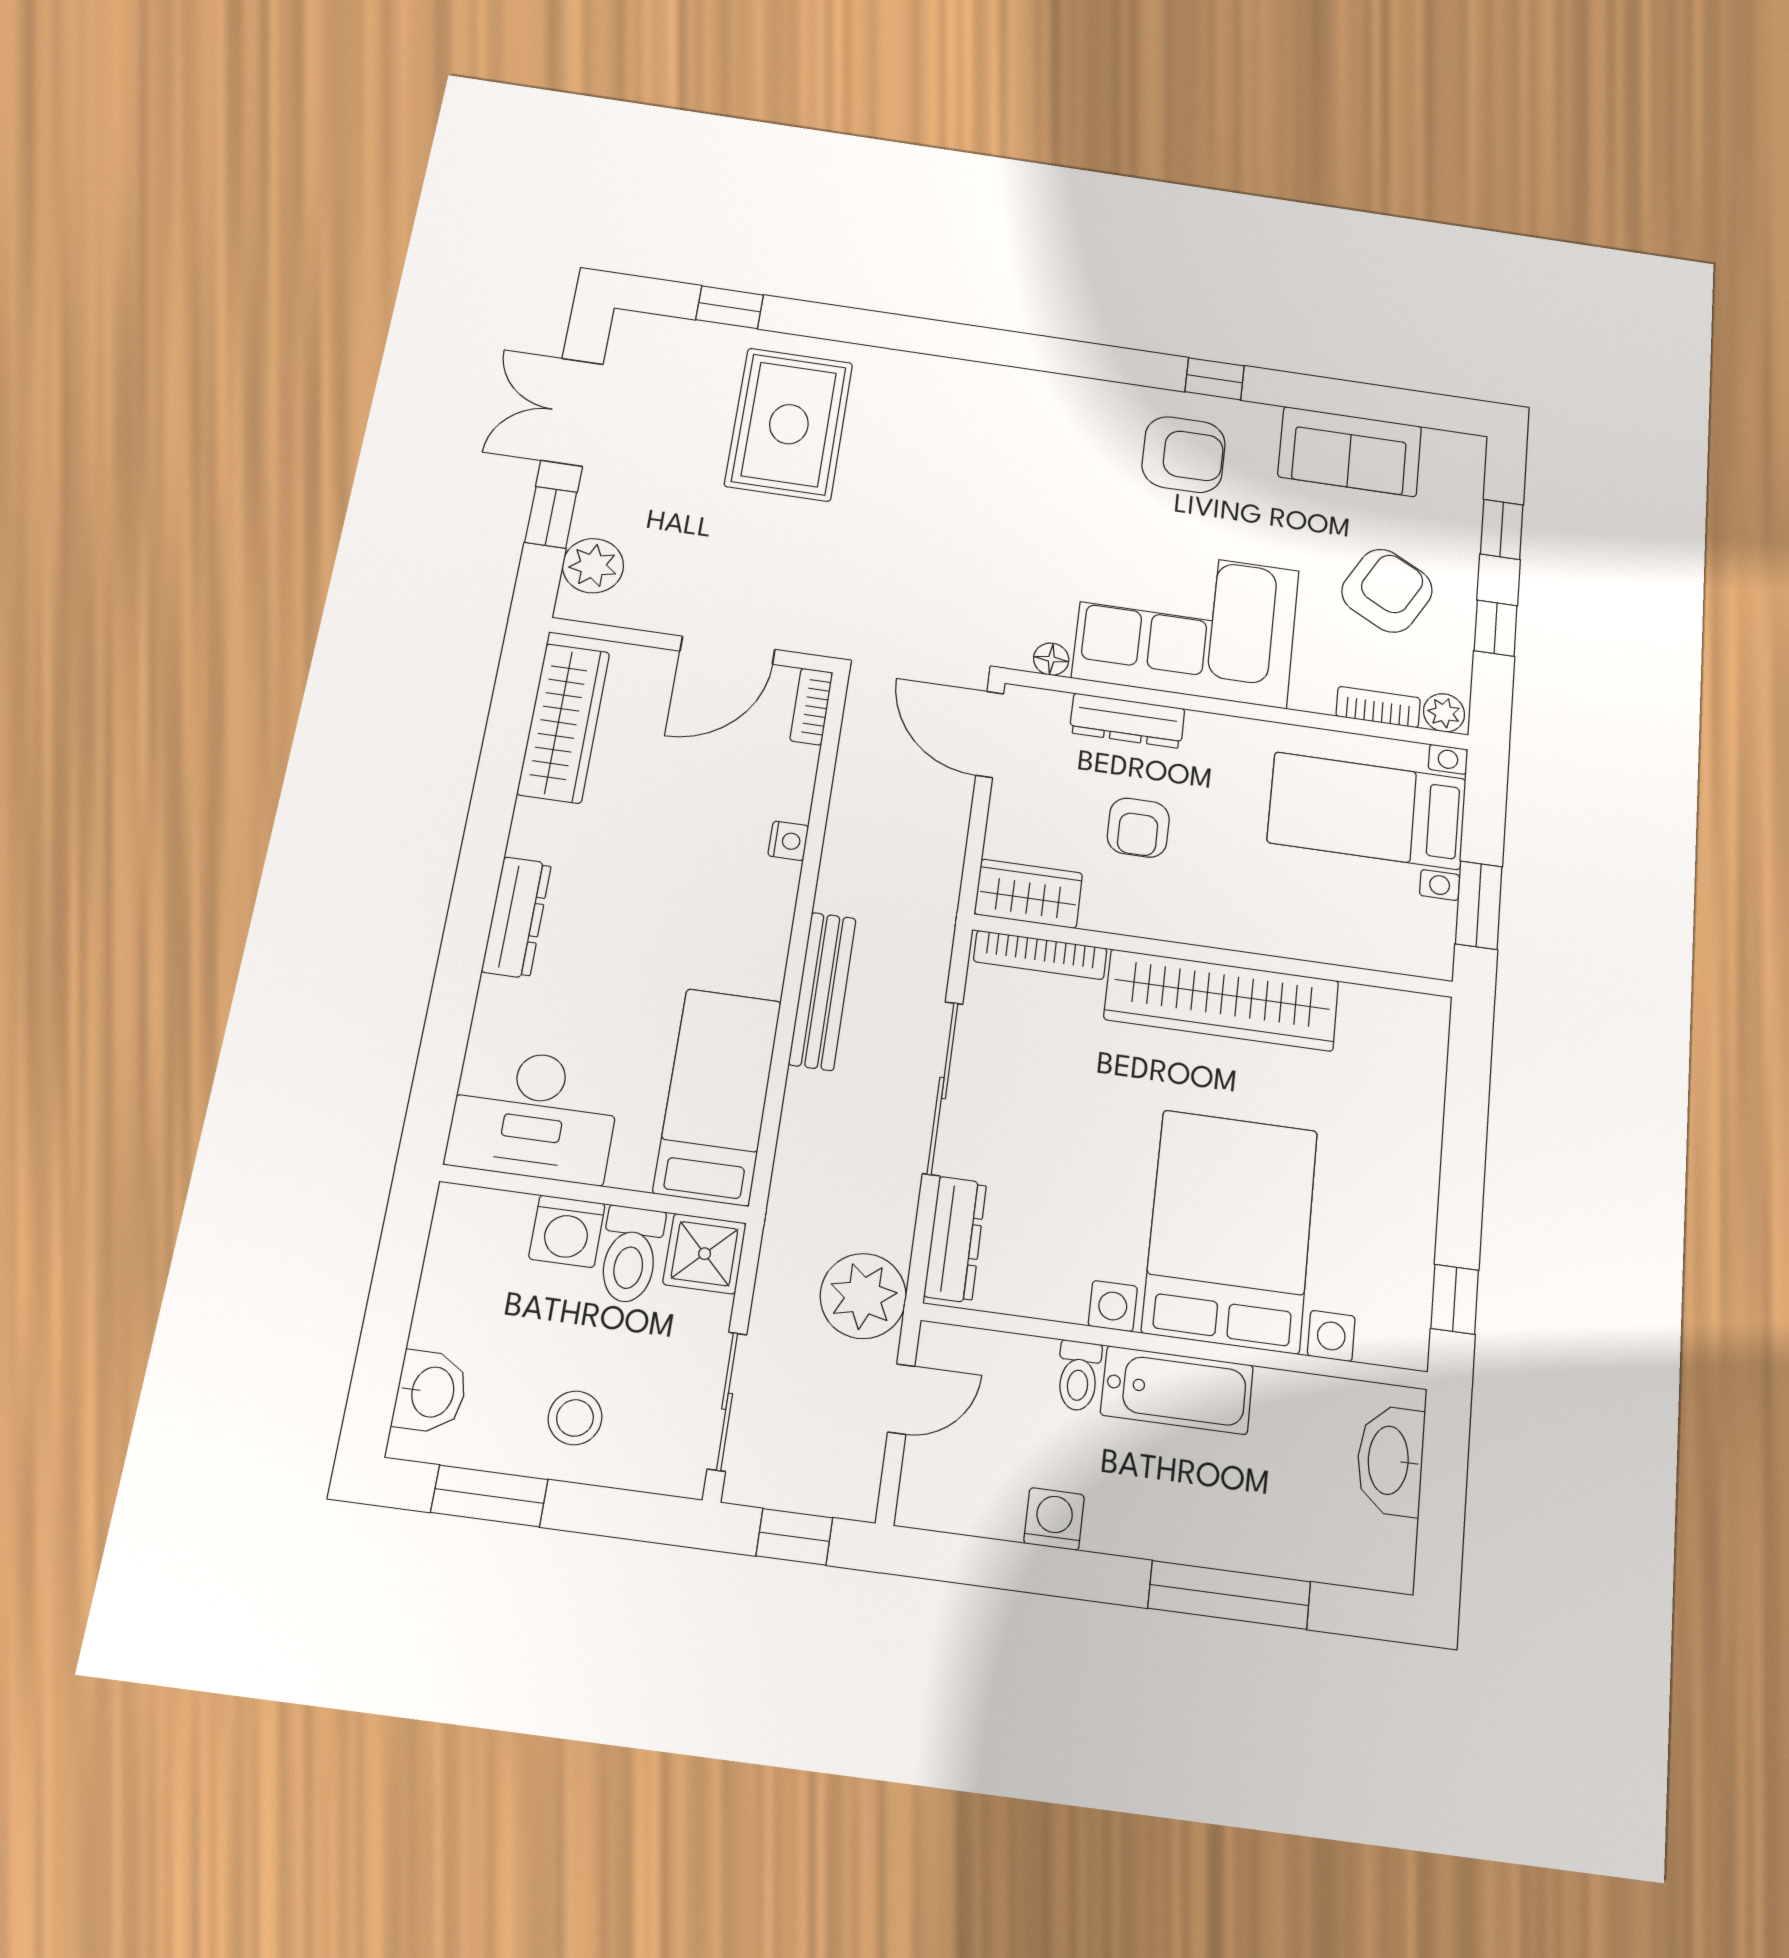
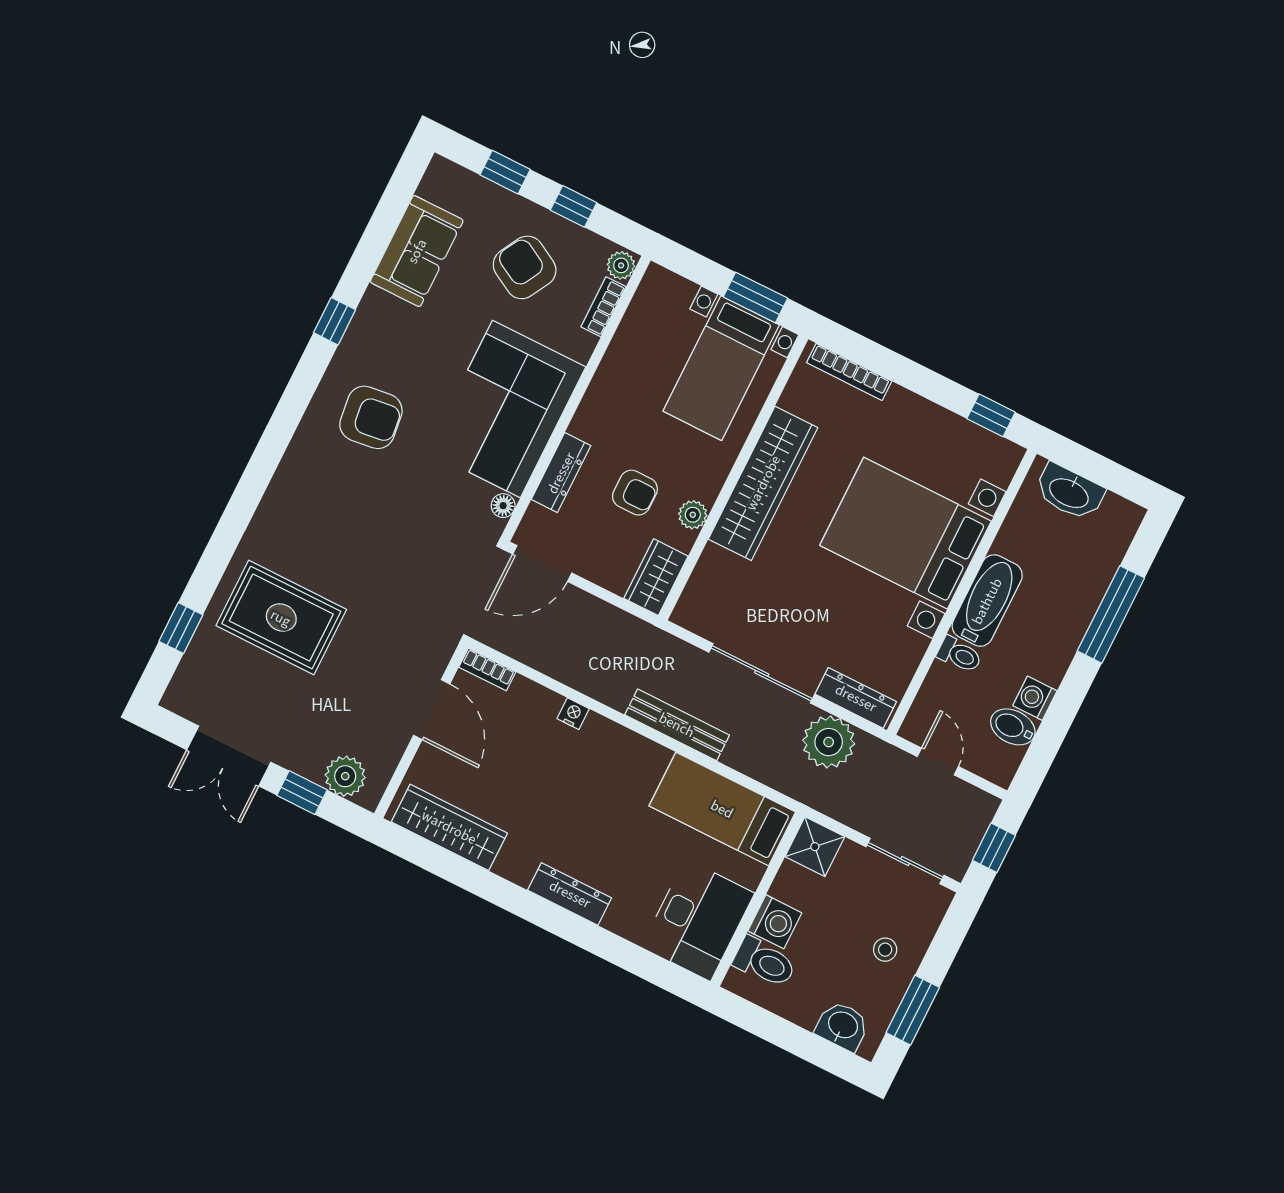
armchair: (1184, 454) -> (371, 417), moved, turned 83
bed with nightstands: (1367, 811) -> (721, 368), moved
plant: (1138, 916) -> (693, 515), added
bookcase: (1040, 955) -> (849, 372), moved, turned 90
toilet: (630, 1255) -> (765, 962), moved
plant: (863, 1296) -> (829, 742), moved
stool: (575, 1418) -> (885, 950), width x0.73, depth x0.73
bidet: (997, 1499) -> (1013, 727), added

